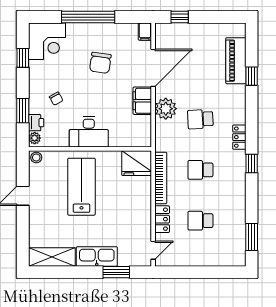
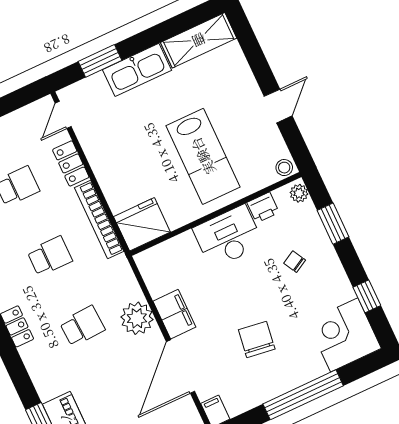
printer: (36, 123) -> (263, 207), moved, turned -90

